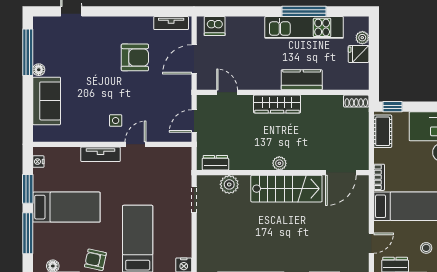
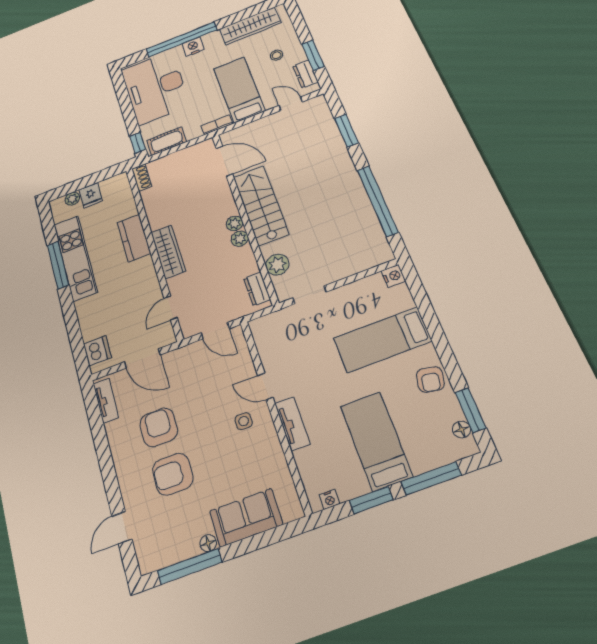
armchair: (96, 58) -> (173, 474), added
plant: (264, 163) -> (240, 239), added

